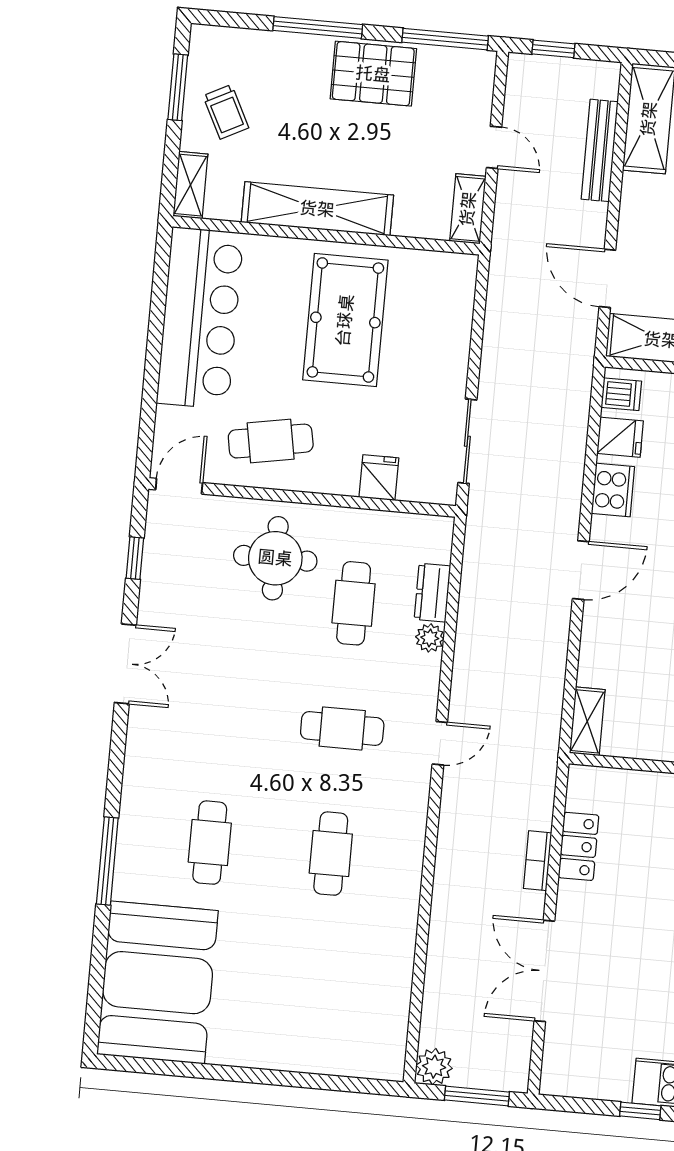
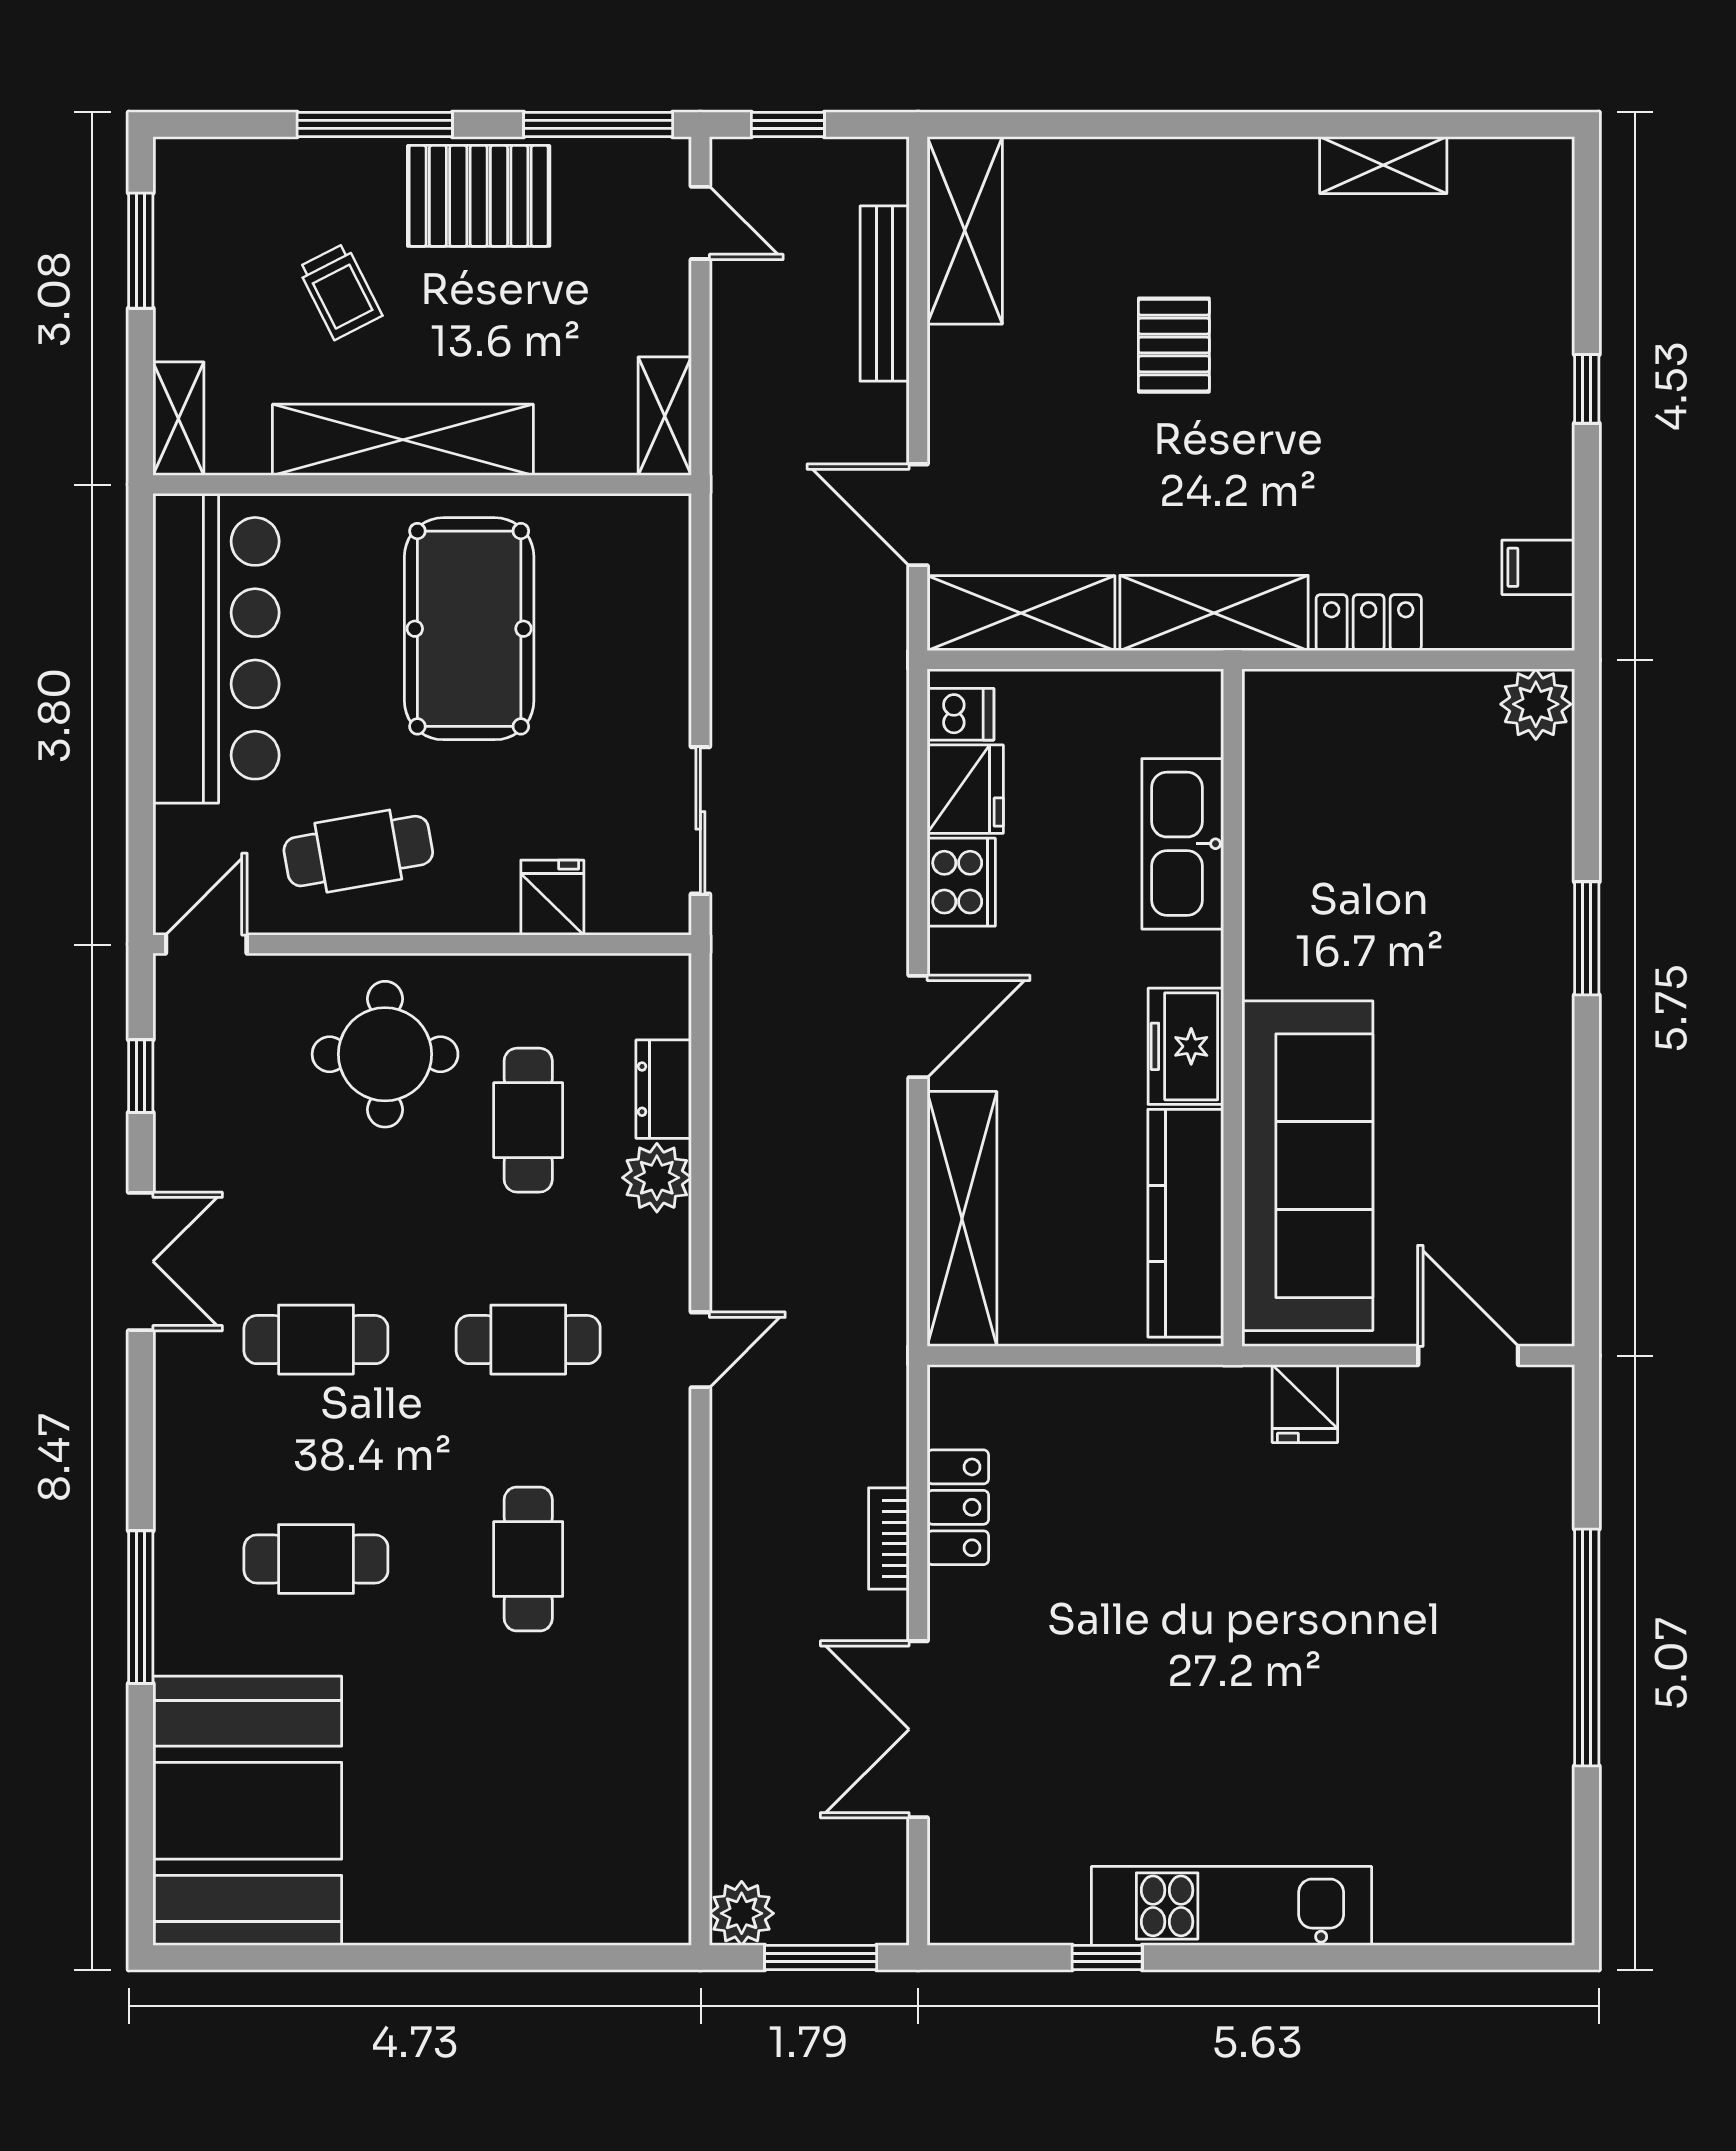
trolley: (226, 112) -> (340, 291), moved
door: (494, 147) -> (700, 223), moved
fridge: (620, 437) -> (965, 789), width x1.38
plant: (430, 638) -> (657, 1178), width x1.38, depth x1.38
cafe table: (221, 717) -> (316, 1340), added
shelving: (587, 721) -> (962, 1219), width x2.20, depth x1.33
cafe table: (210, 843) -> (316, 1559), turned 90

